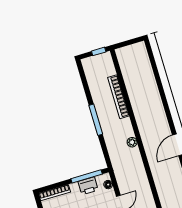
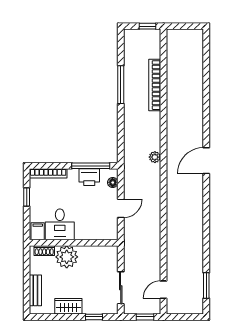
window: (96, 120) -> (121, 85), moved
plant: (132, 142) -> (155, 157), moved

